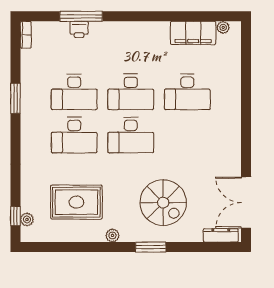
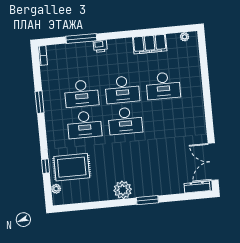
printer: (79, 29) -> (100, 46), moved
filing cabinet: (193, 33) -> (150, 44), moved
rug: (76, 202) -> (72, 167), moved
spiral stairs: (163, 203) -> (153, 167), removed
window: (15, 216) -> (46, 166), moved
plant: (112, 235) -> (123, 190), width x1.88, depth x1.88

